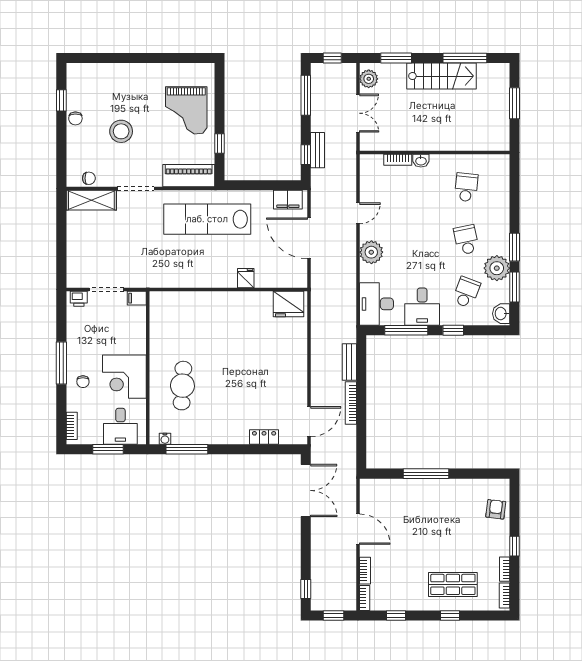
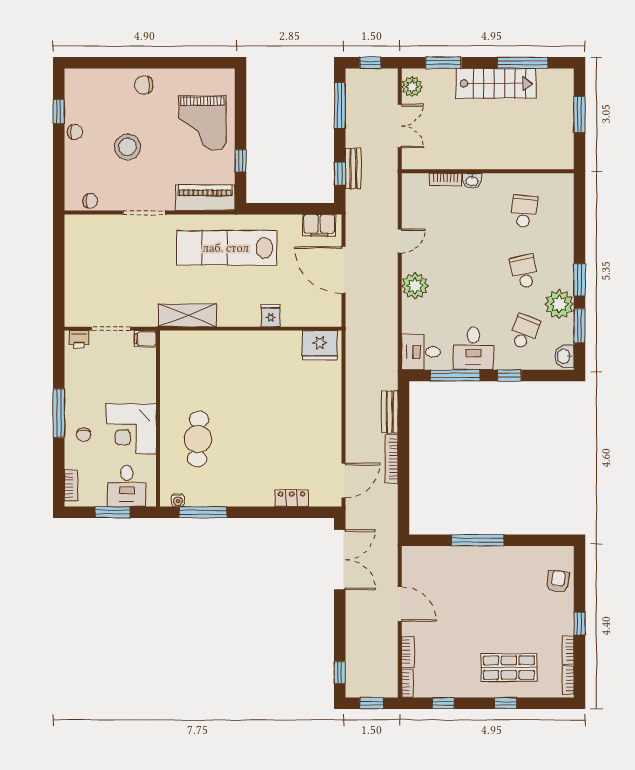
chair: (135, 77) -> (144, 85), added
chair: (75, 118) -> (75, 132), turned -90
shelving: (91, 200) -> (187, 315), moved
desk: (376, 304) -> (421, 352), width x0.73

